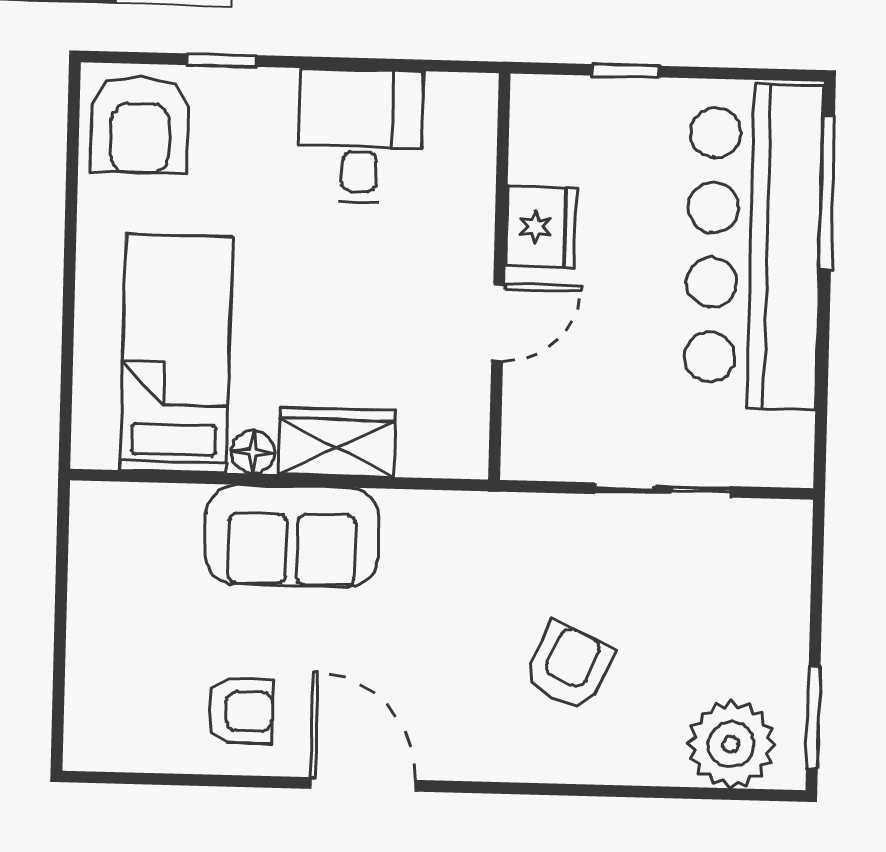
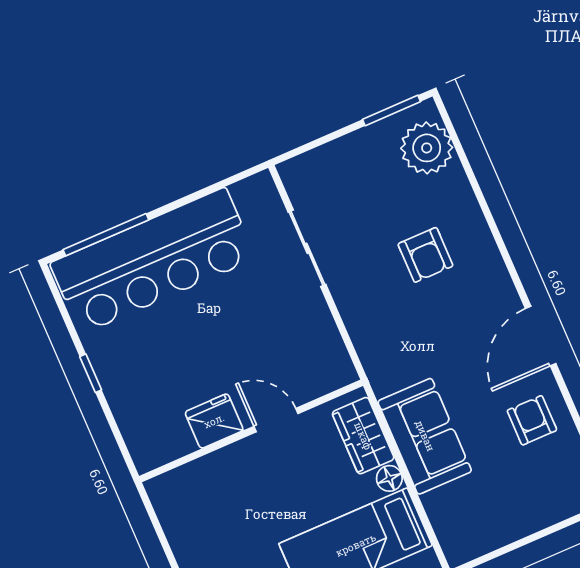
desk: (360, 136) -> (192, 500), removed
fridge: (541, 227) -> (214, 421), moved
wall: (499, 277) -> (251, 431), moved
door: (498, 322) -> (276, 420), moved
armchair: (568, 666) -> (425, 255), turned -115

